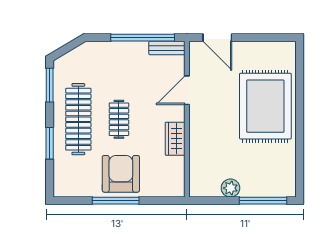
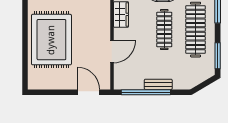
bench: (167, 48) -> (158, 84), moved
clothes rail: (119, 119) -> (164, 30), width x1.36

